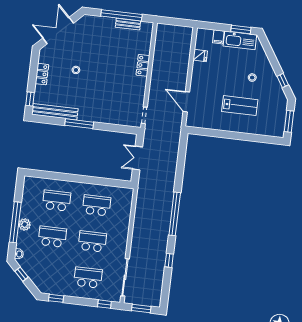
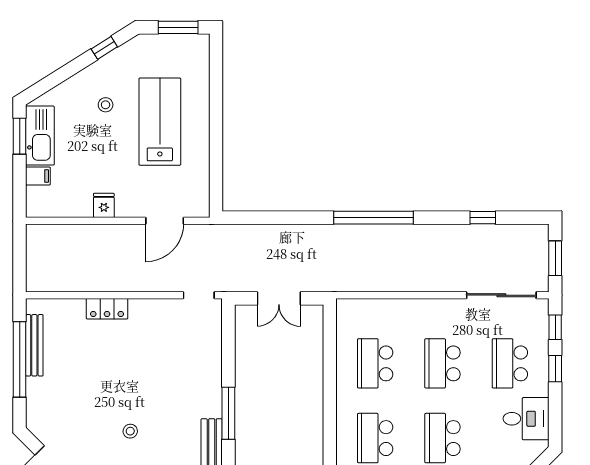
bench: (128, 24) -> (34, 345), width x1.36
fridge: (200, 56) -> (104, 205), moved
lab bench: (240, 106) -> (160, 122), width x1.36, depth x1.39
window: (169, 260) -> (483, 218), moved
desk: (57, 283) -> (526, 419), added
window: (56, 298) -> (555, 369), moved

